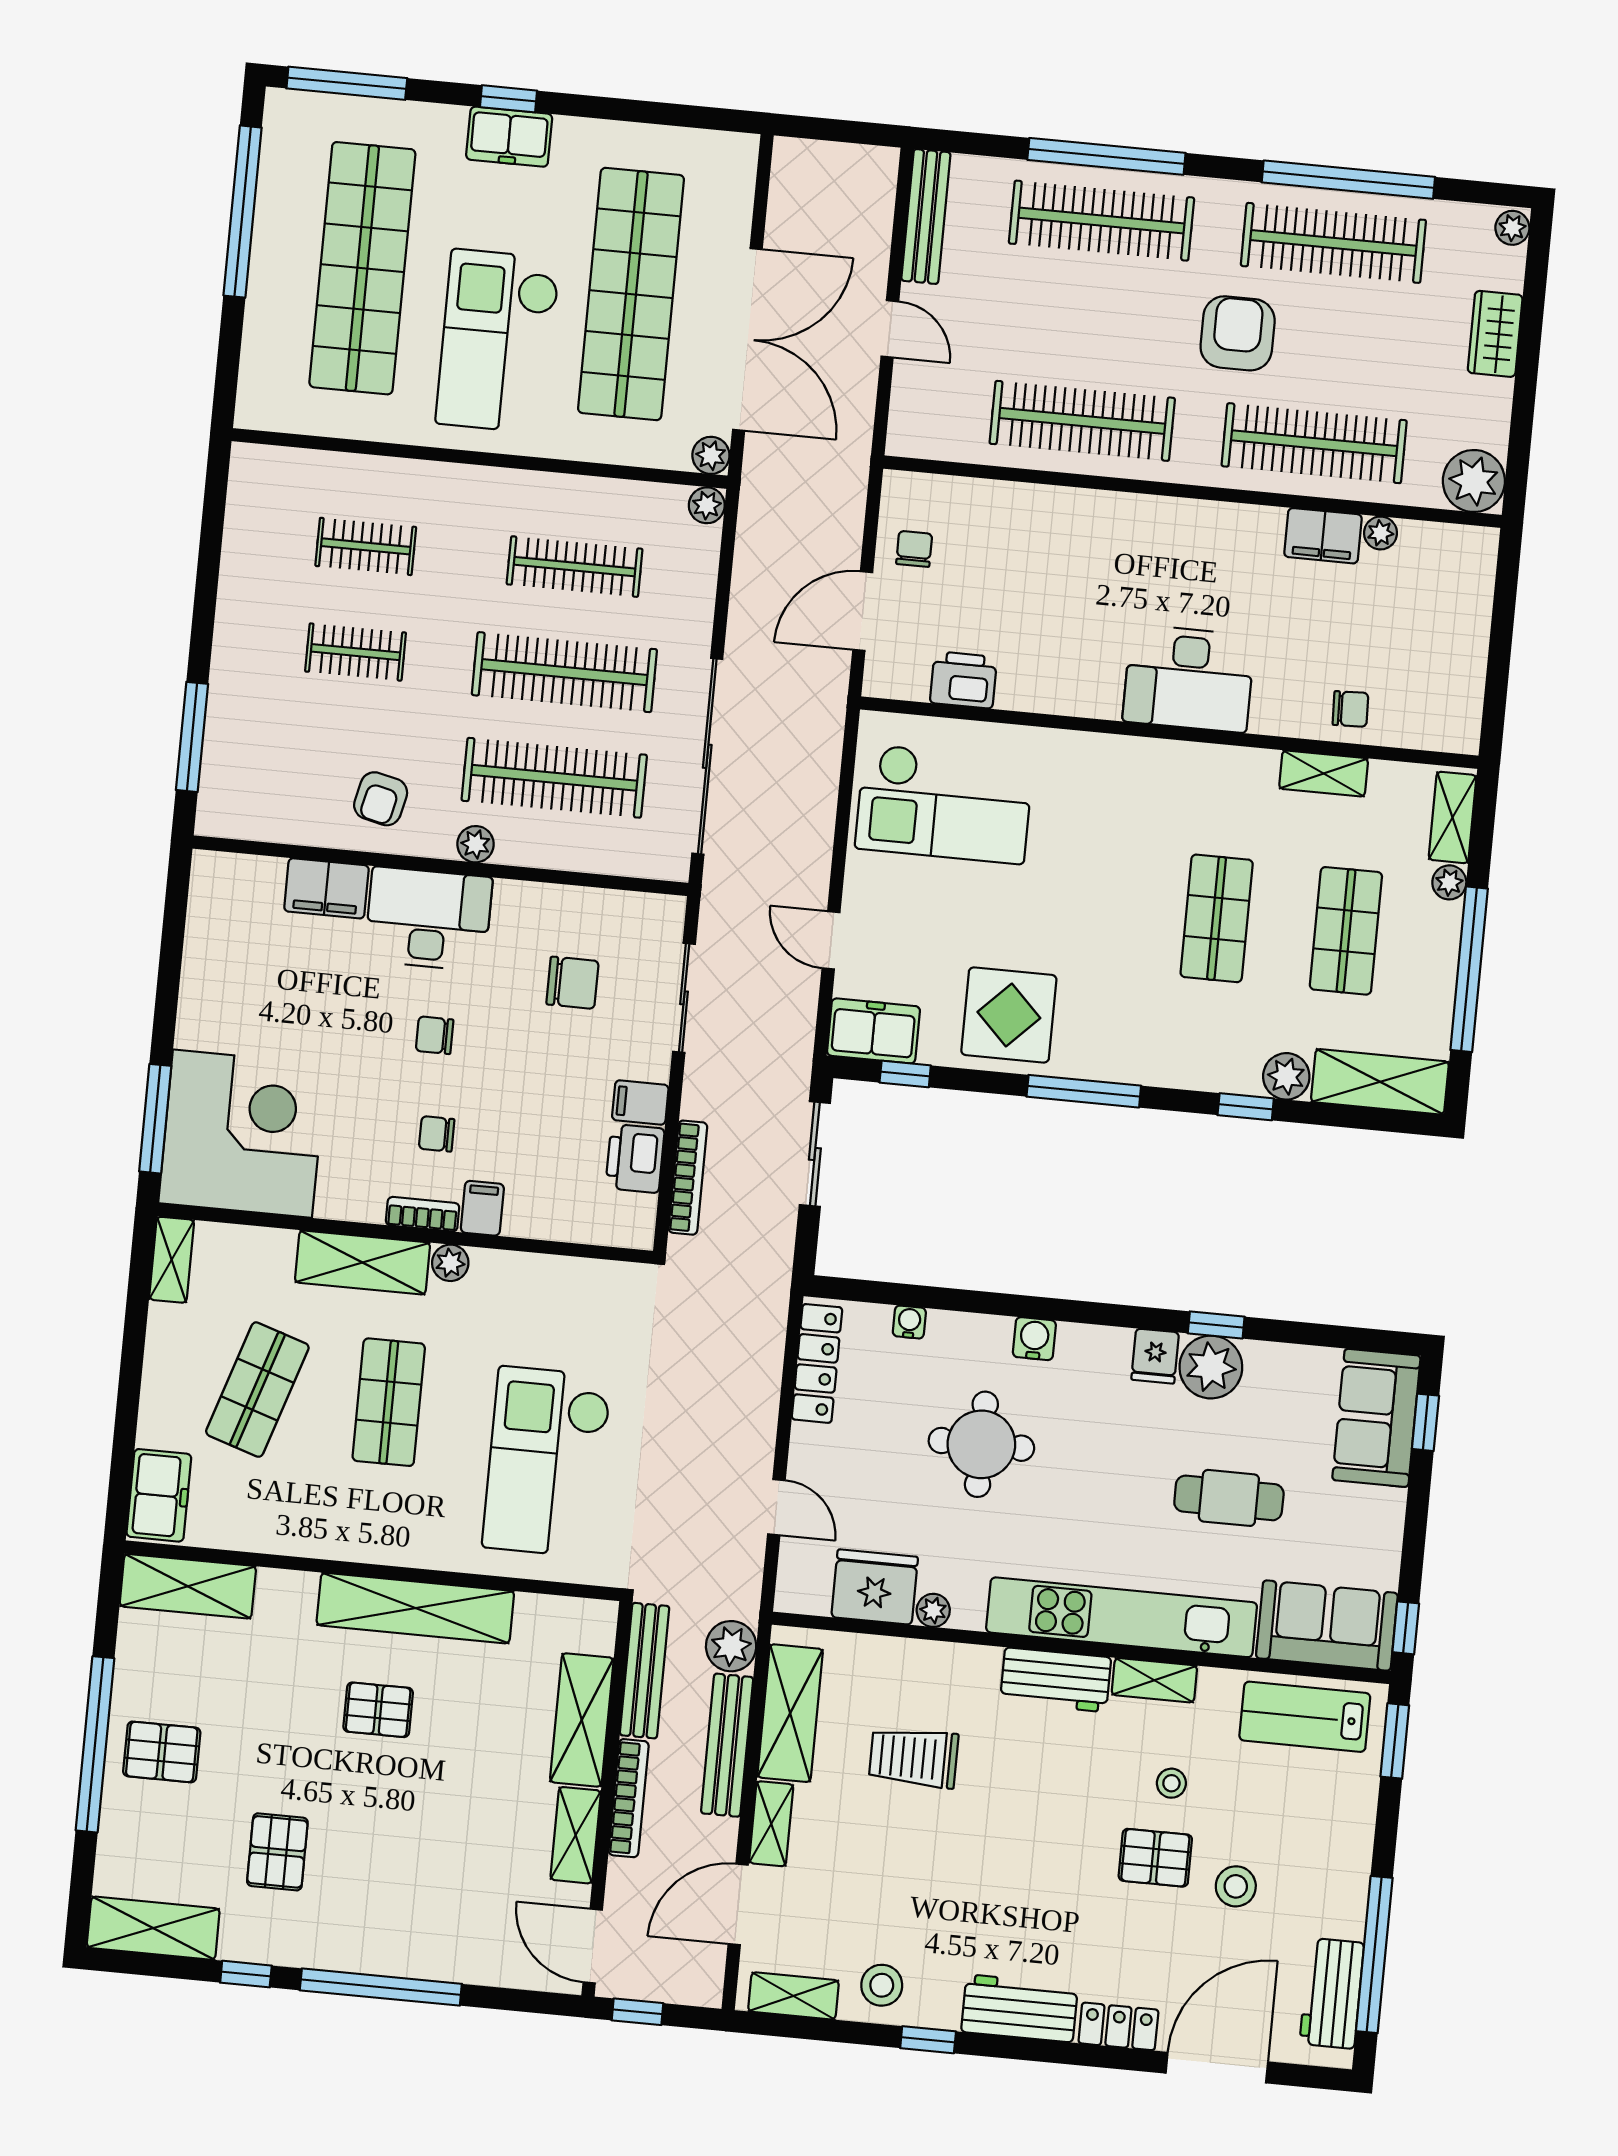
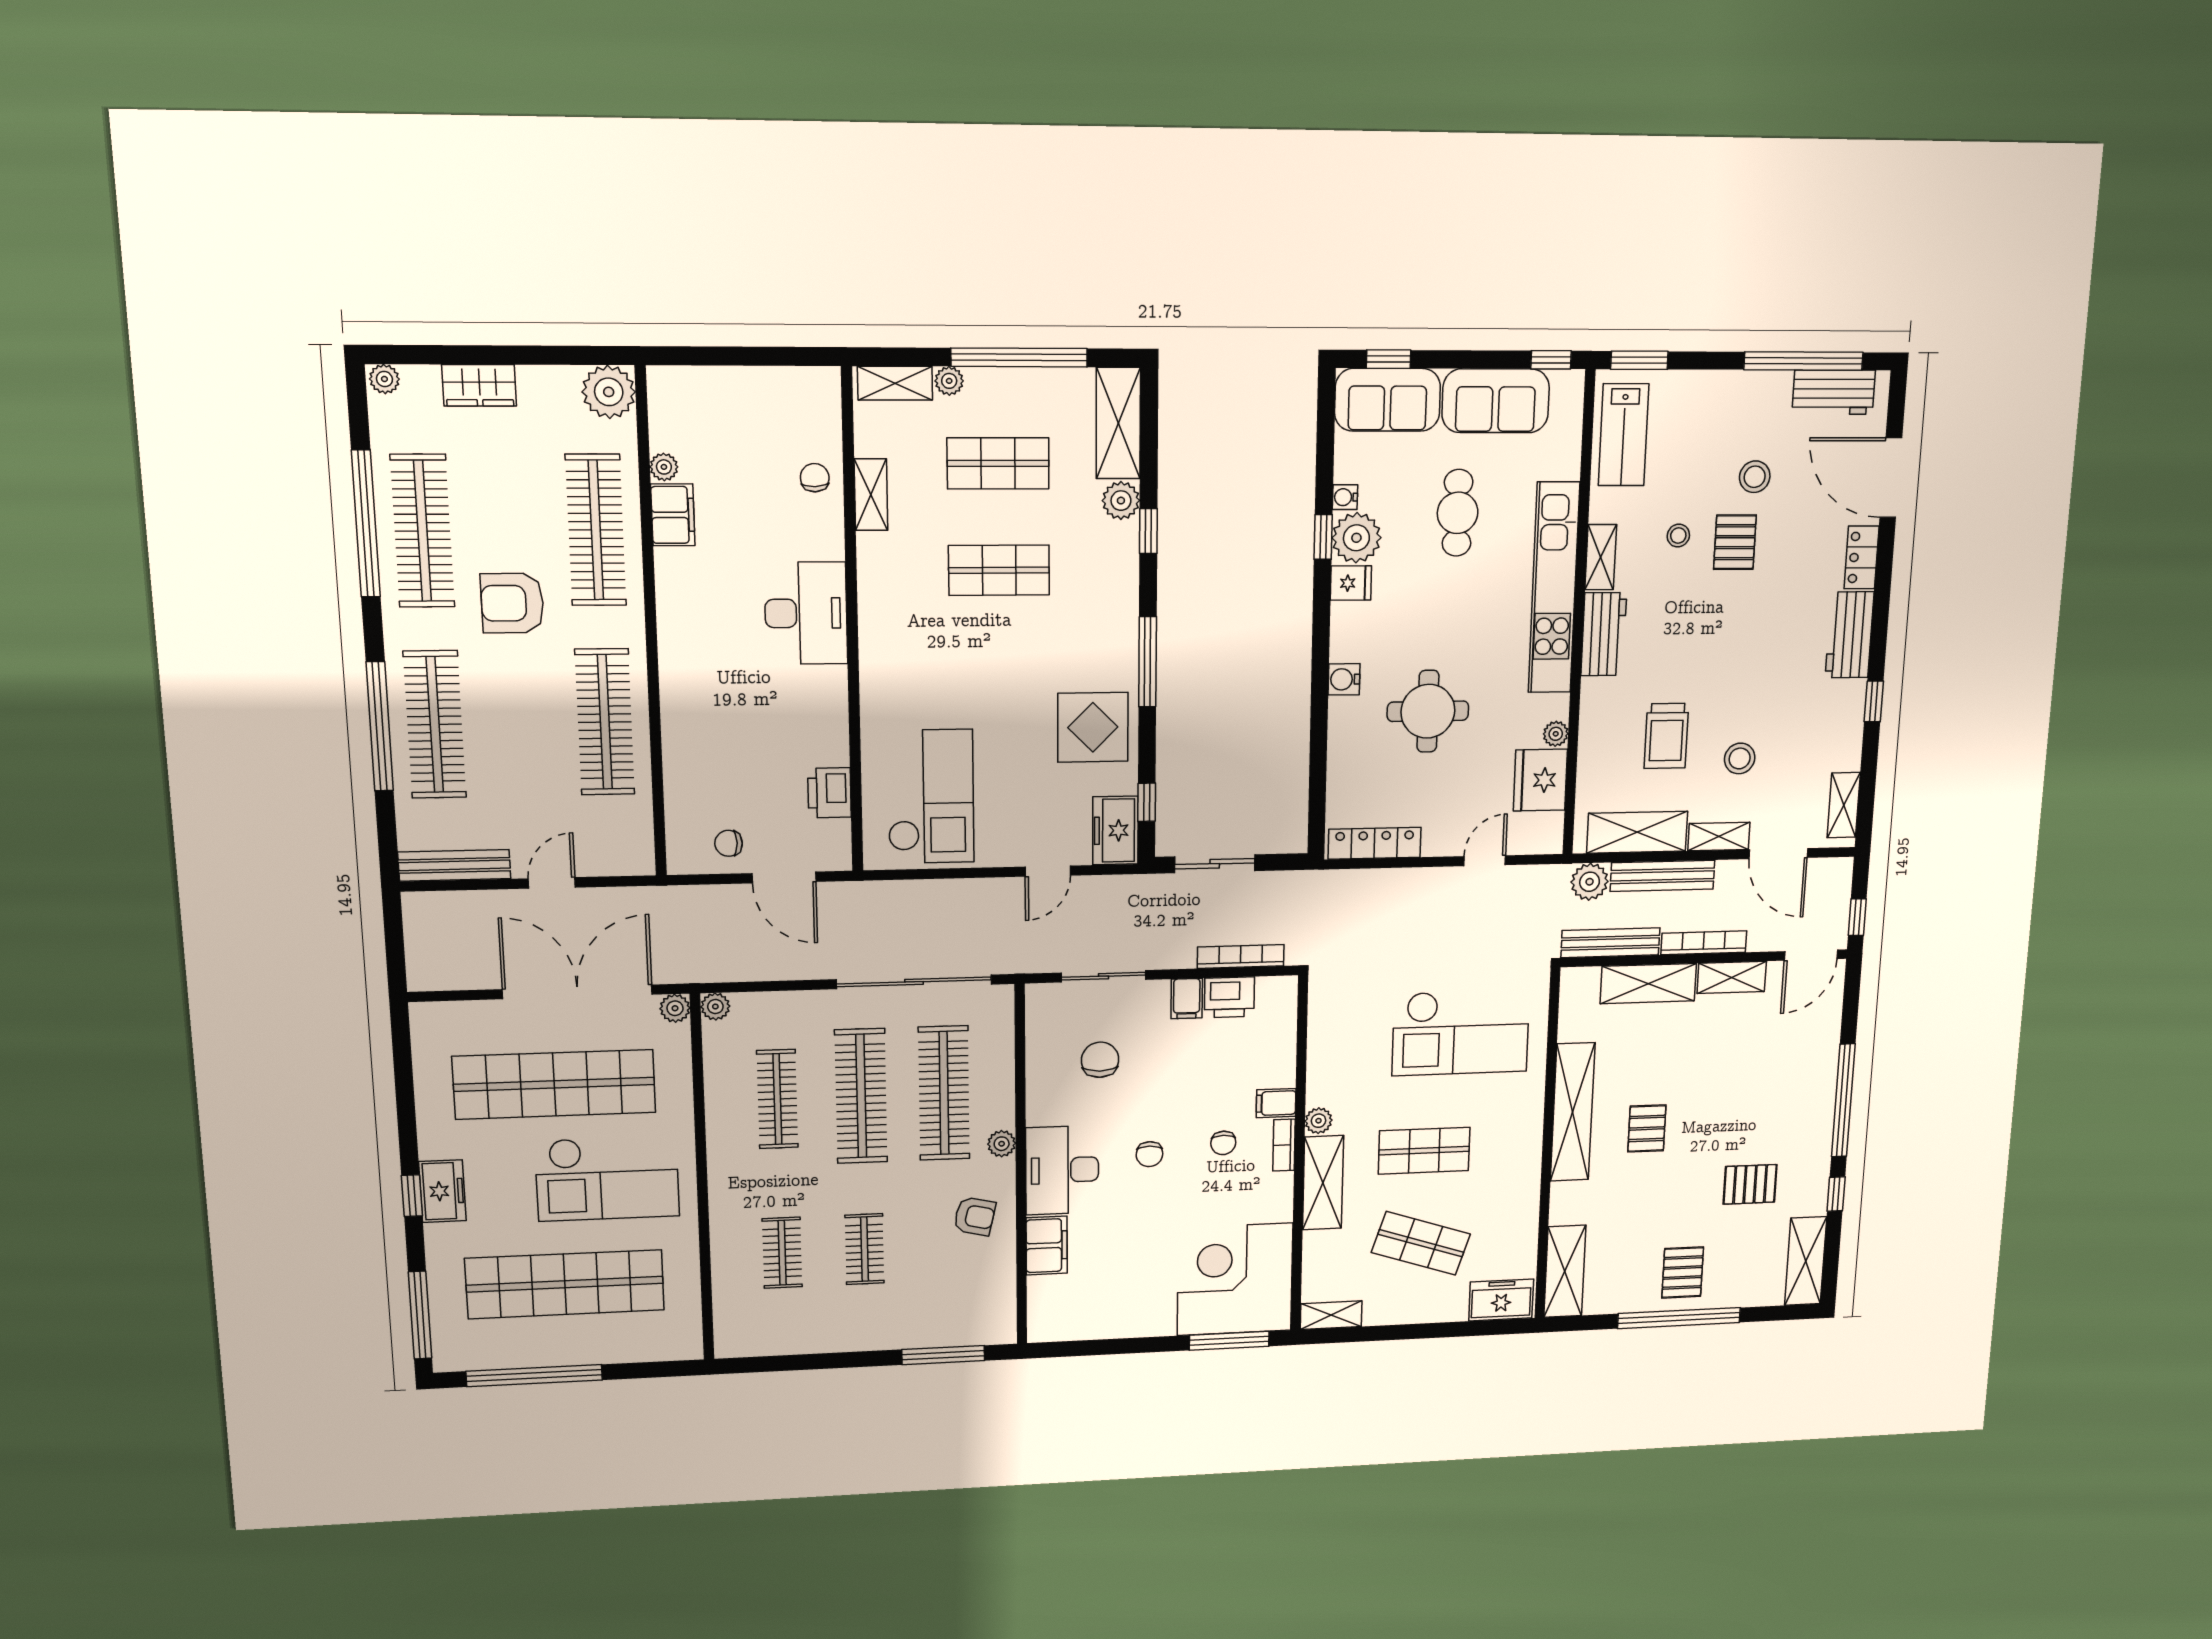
water cooler: (909, 1322) -> (1345, 497), moved
sofa: (1327, 1626) -> (1496, 401), moved, turned -90
stool: (882, 1985) -> (1740, 758), moved

